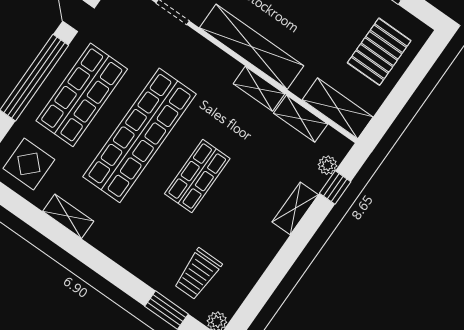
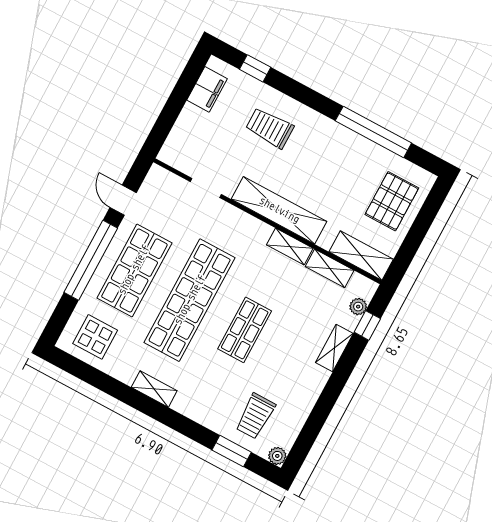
shelving: (68, 216) -> (154, 389), moved

